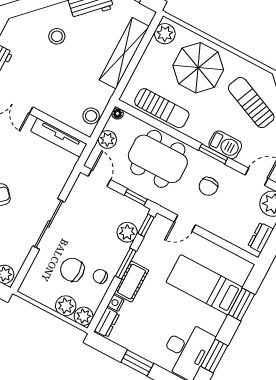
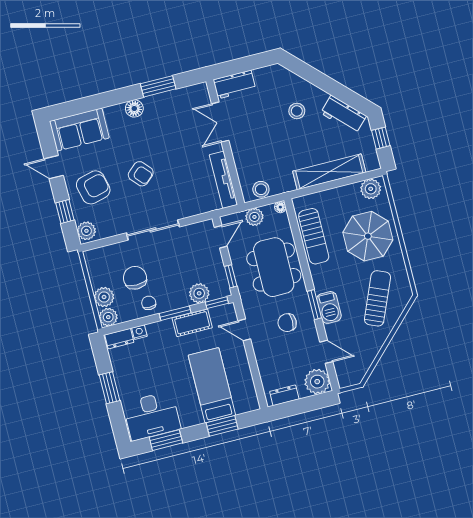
cot: (132, 282) -> (192, 323), moved

